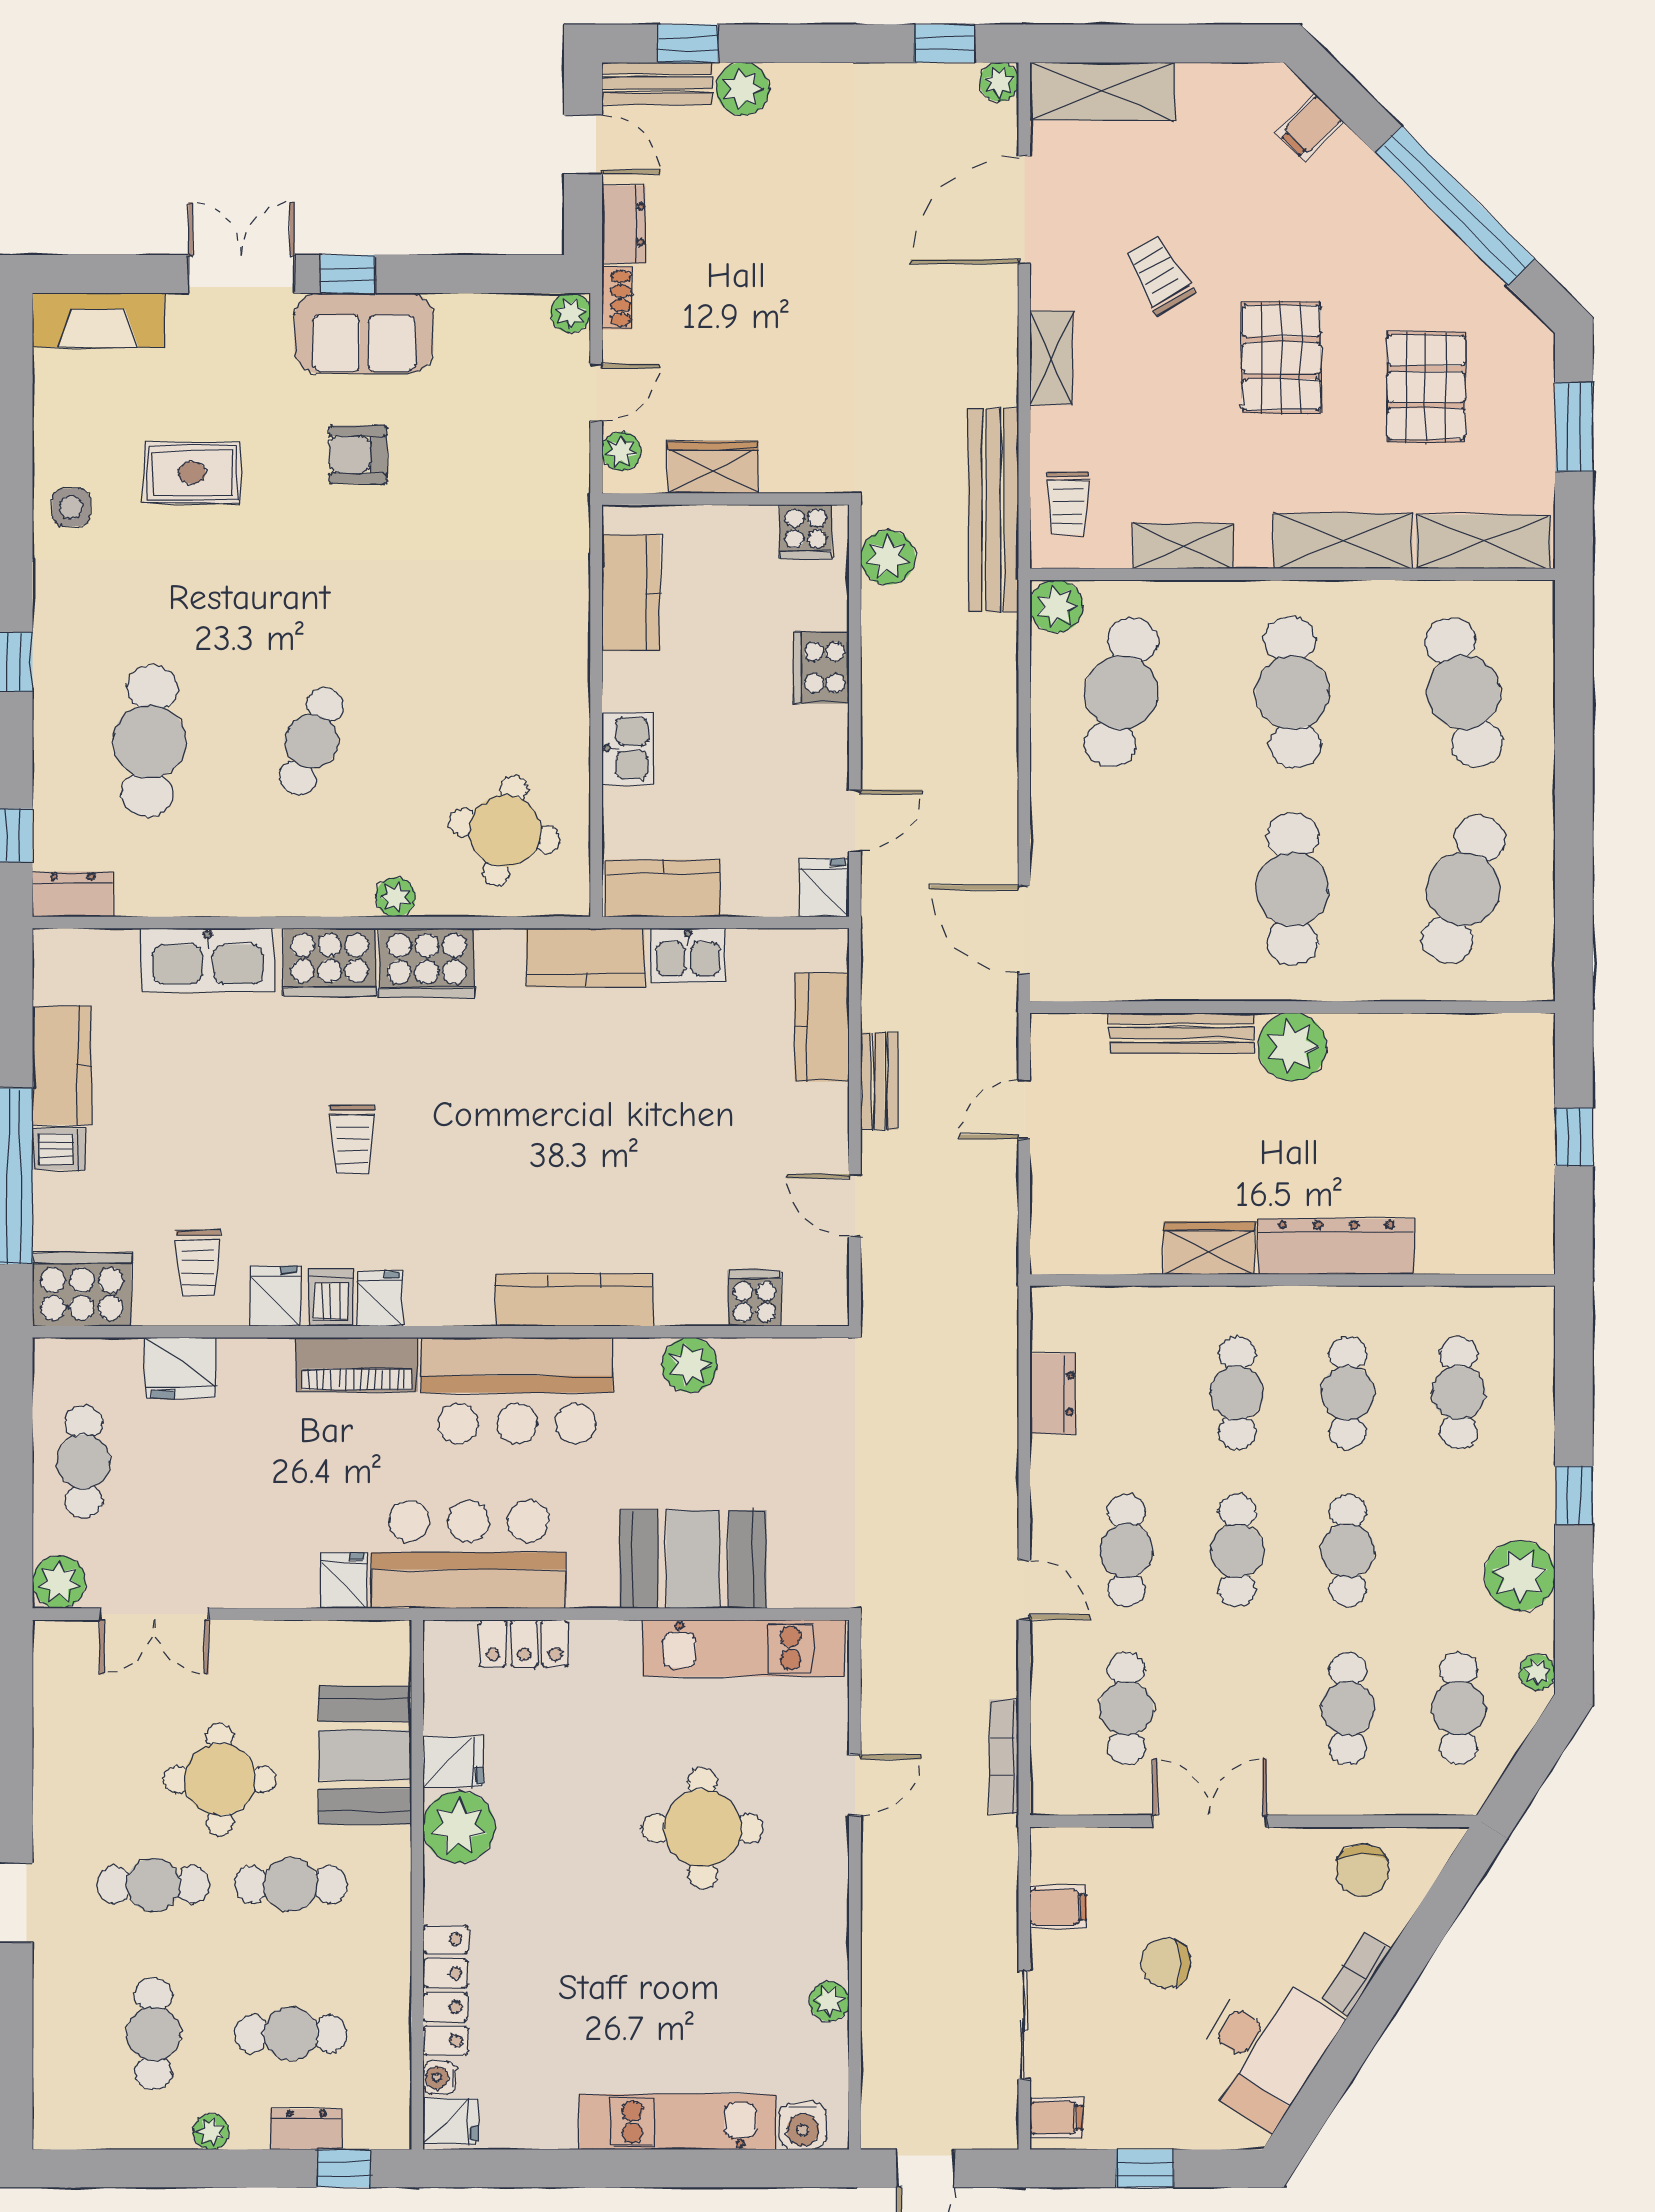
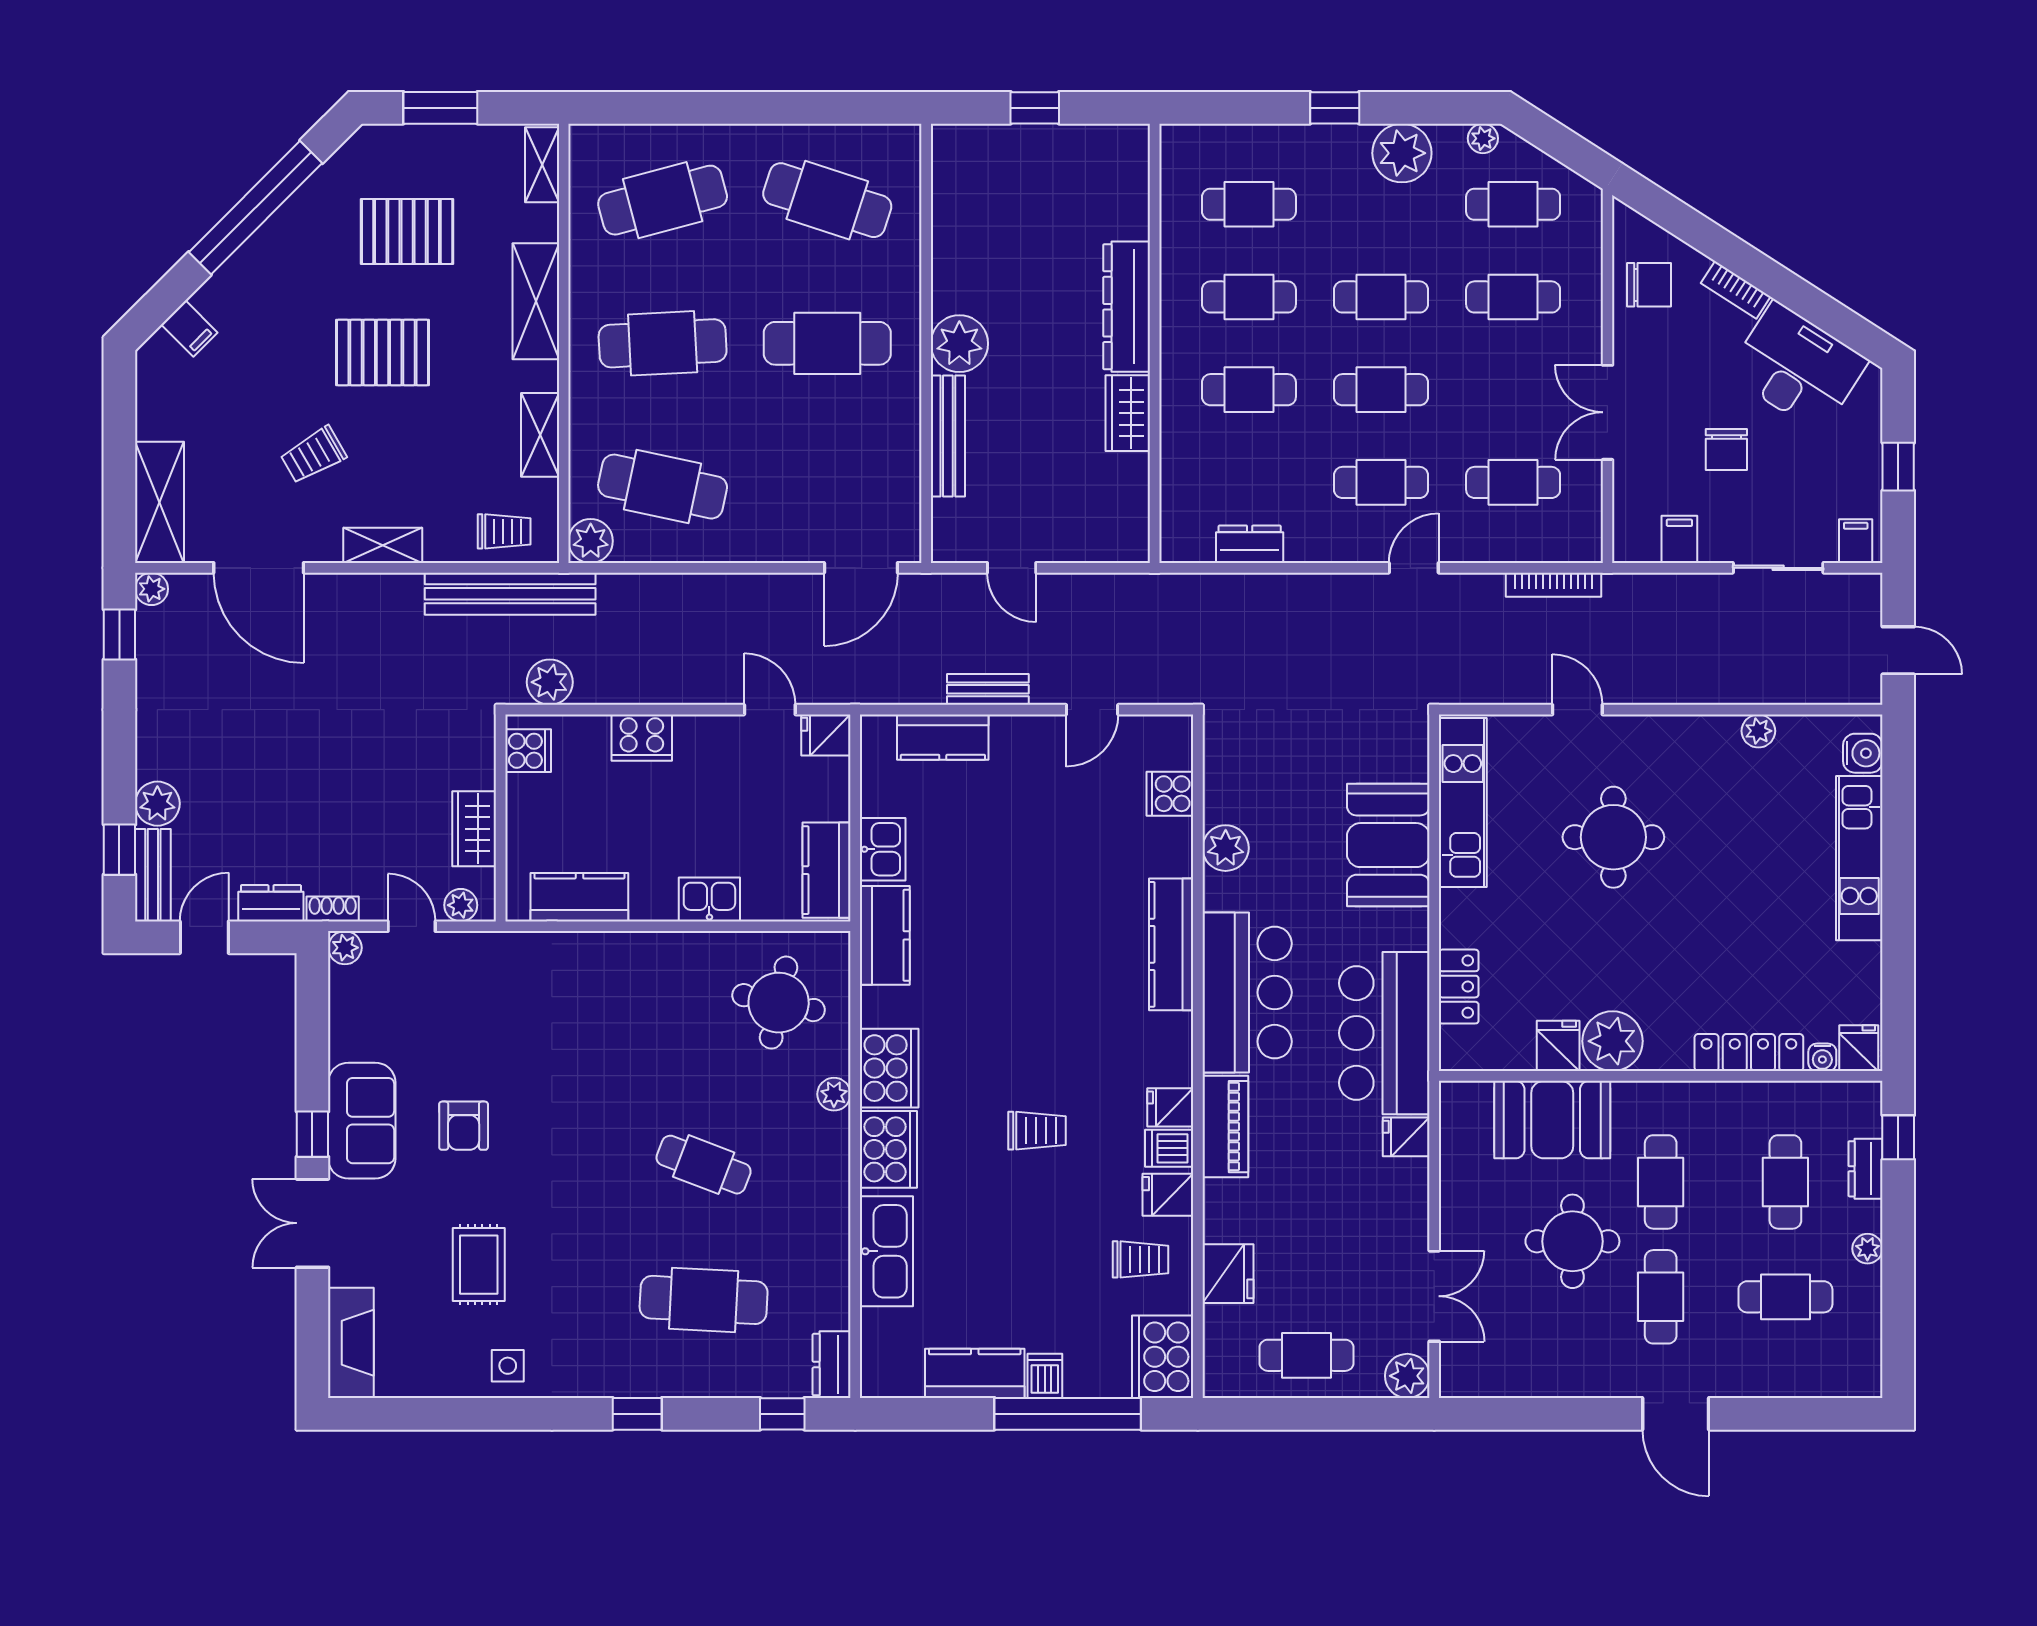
shelving: (1483, 542) -> (542, 165), width x0.67, depth x0.75

